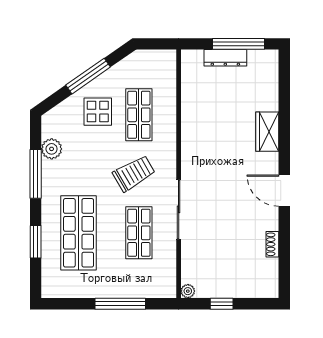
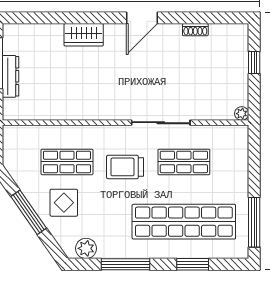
plant: (52, 149) -> (86, 248), moved
trolley: (134, 173) -> (125, 167), turned -60
shop shelf: (79, 233) -> (184, 222), width x1.40
window: (120, 304) -> (254, 222), moved
window: (222, 304) -> (254, 62), moved

